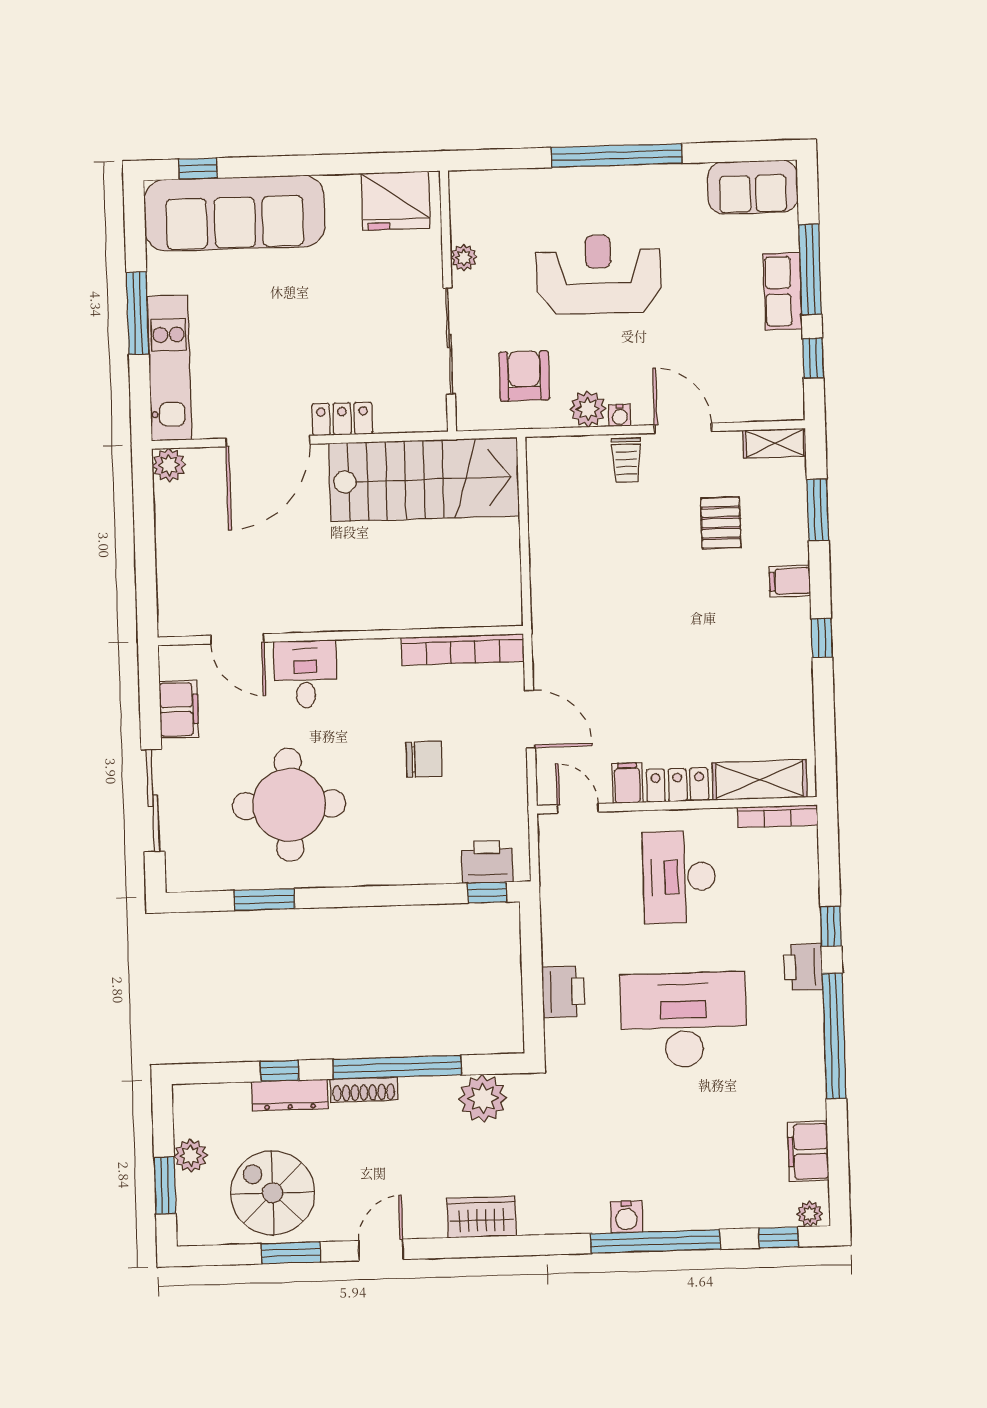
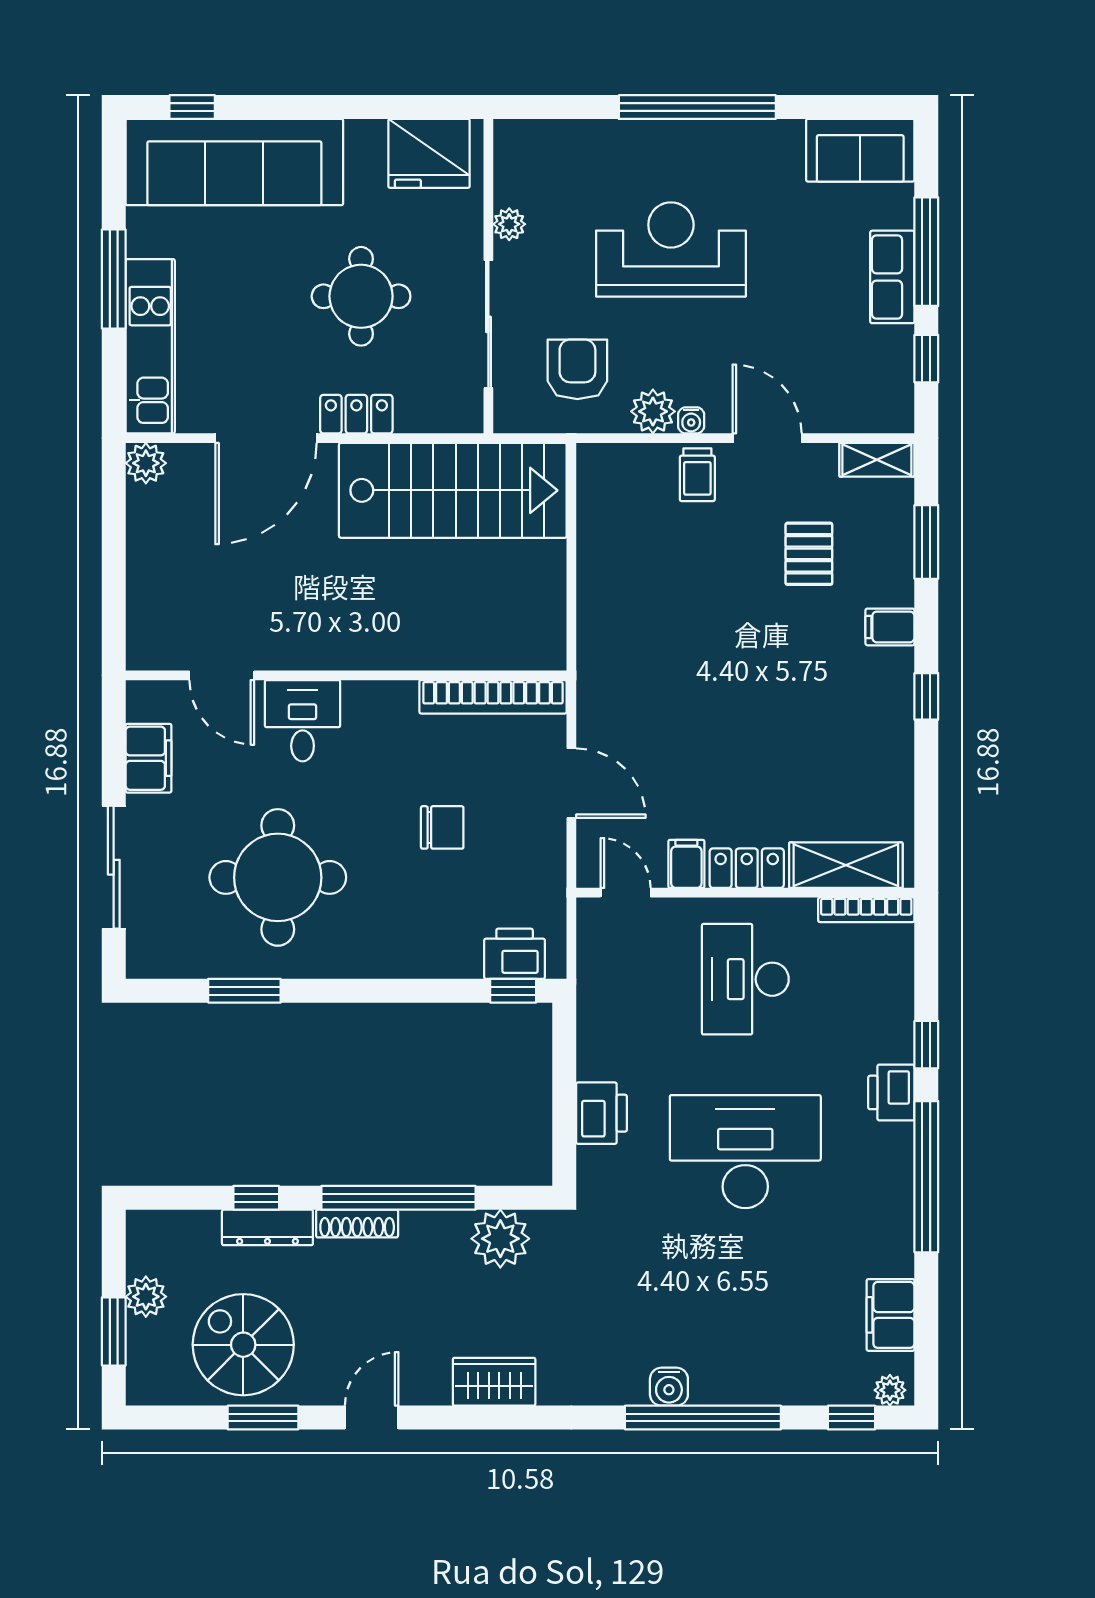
round table: (343, 321) -> (361, 296), added

